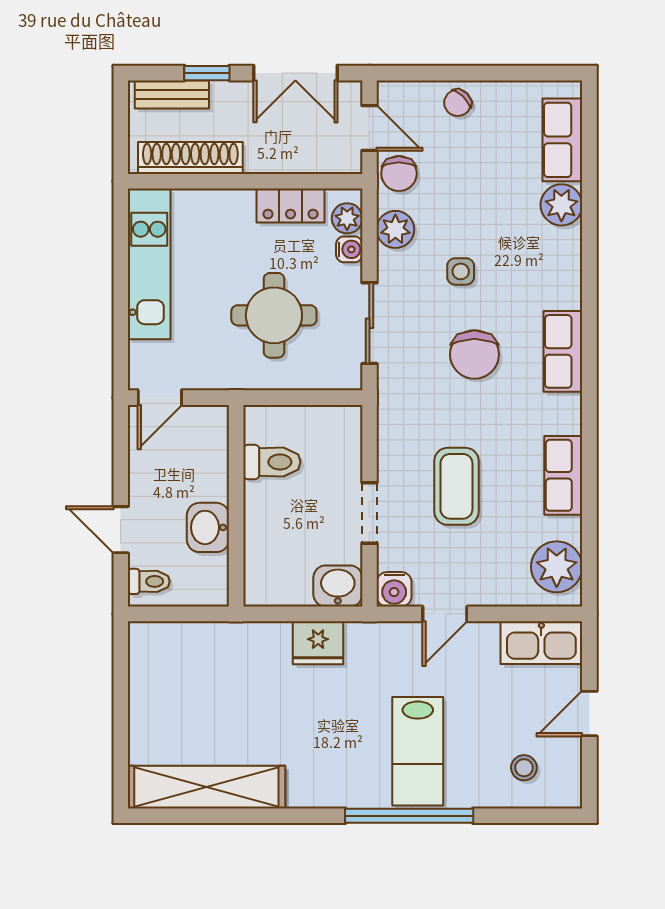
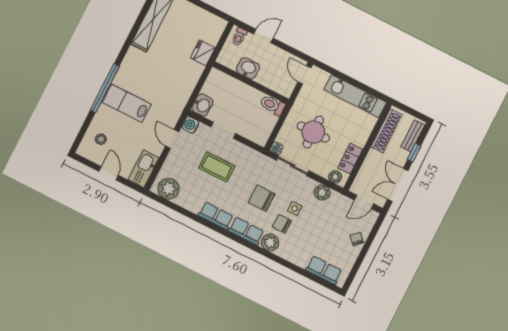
chair: (399, 174) -> (282, 224), moved
plant: (561, 205) -> (270, 243), moved
water cooler: (349, 249) -> (277, 148), moved
toilet: (272, 462) -> (273, 105), moved, turned 90
row of seats: (563, 475) -> (216, 216), moved
fridge: (318, 643) -> (203, 53), moved

